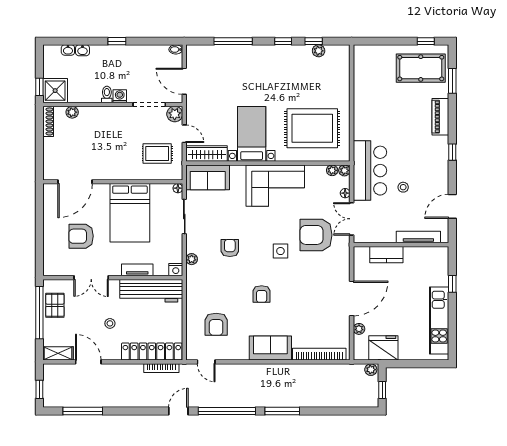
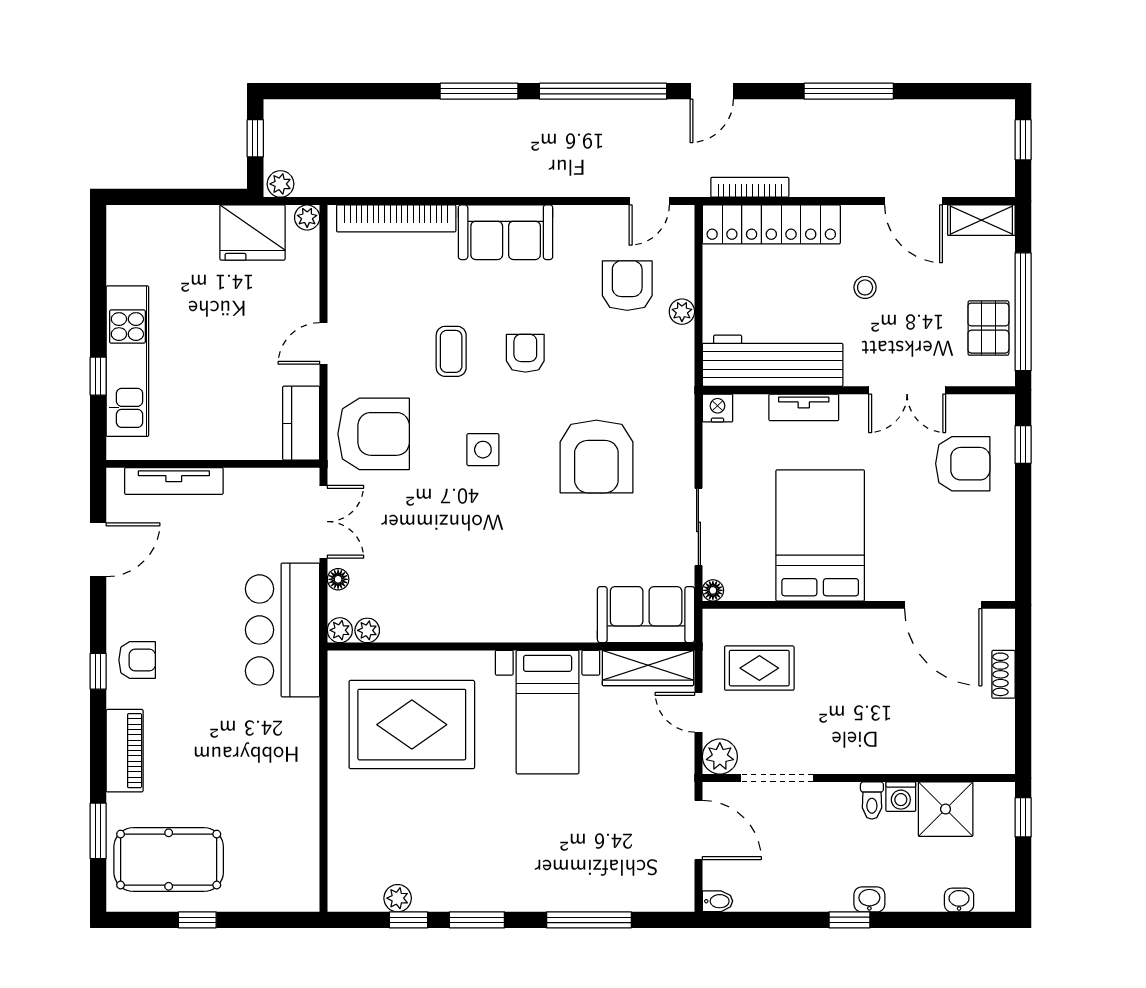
window: (283, 41) -> (477, 920), width x1.50
window: (426, 41) -> (197, 920), moved
washbasin: (83, 50) -> (869, 899), moved
shower: (55, 91) -> (946, 809), moved
washing machine: (120, 96) -> (901, 797), moved
plant: (72, 112) -> (950, 761), removed
shoe rack: (48, 121) -> (1003, 674), moved, width x0.70
armchair: (435, 157) -> (137, 660), added
door: (75, 182) -> (943, 605), swing flipped
corner sofa: (275, 186) -> (495, 596), removed
stool: (403, 187) -> (208, 593), removed
armchair: (316, 235) -> (374, 434), moved
armchair: (81, 236) -> (963, 464), moved
armchair: (230, 248) -> (596, 456), width x1.88, depth x1.88
window: (39, 253) -> (1023, 444), added
kitchen counter: (386, 255) -> (301, 423), moved, turned -90
plant: (192, 259) -> (682, 312), moved
double door: (91, 278) -> (907, 390), swing flipped
coffee table: (295, 295) -> (451, 351), added
door: (352, 298) -> (324, 343), width x0.53
kitchen unit: (439, 321) -> (127, 361), moved
plant: (359, 329) -> (307, 218), moved
door: (206, 362) -> (649, 201), swing flipped
window: (83, 411) -> (849, 91), moved

